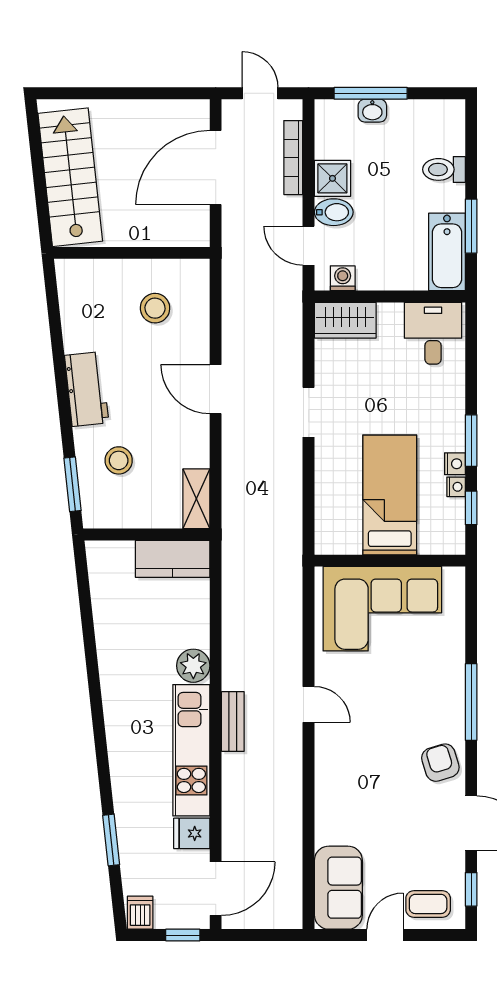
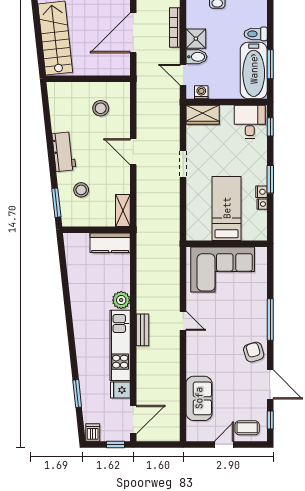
bathtub: (447, 252) -> (254, 70), width x1.36, depth x1.36
window: (471, 508) -> (270, 127), moved
sofa: (338, 888) -> (199, 398), moved

